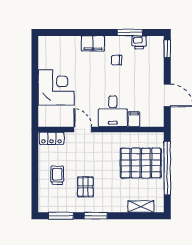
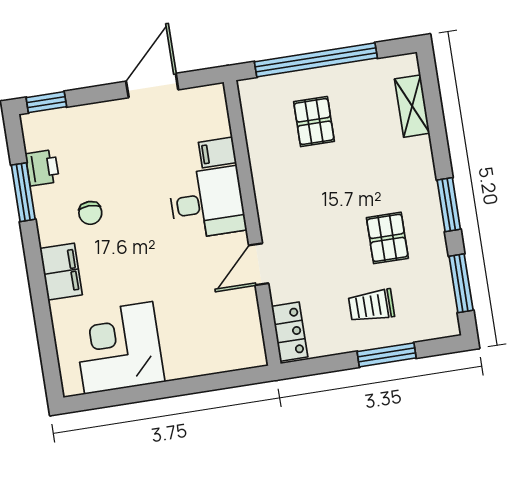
corner desk: (56, 88) -> (119, 348), moved
pallet: (141, 163) -> (314, 122), width x0.49, depth x0.50
window: (35, 179) -> (387, 355), added
pallet: (85, 187) -> (387, 238), turned 90

